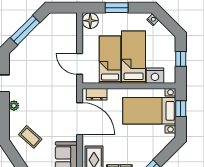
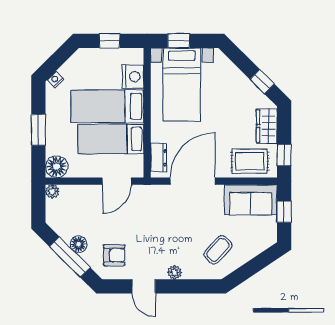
plant: (72, 18) -> (52, 191), added
floor lamp: (34, 36) -> (79, 244), added
armchair: (26, 62) -> (114, 255), added

